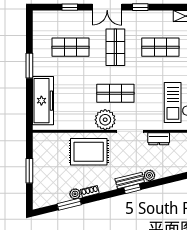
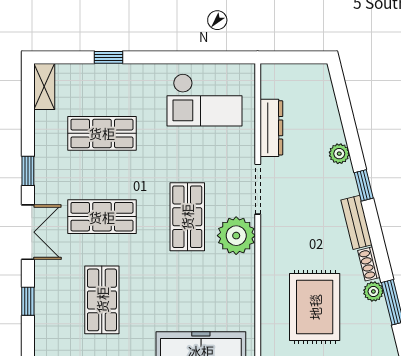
shop shelf: (160, 47) -> (102, 133), turned 90
dresser: (159, 139) -> (271, 128), width x1.44
rug: (89, 152) -> (315, 307), moved
bench: (130, 181) -> (357, 222), moved

